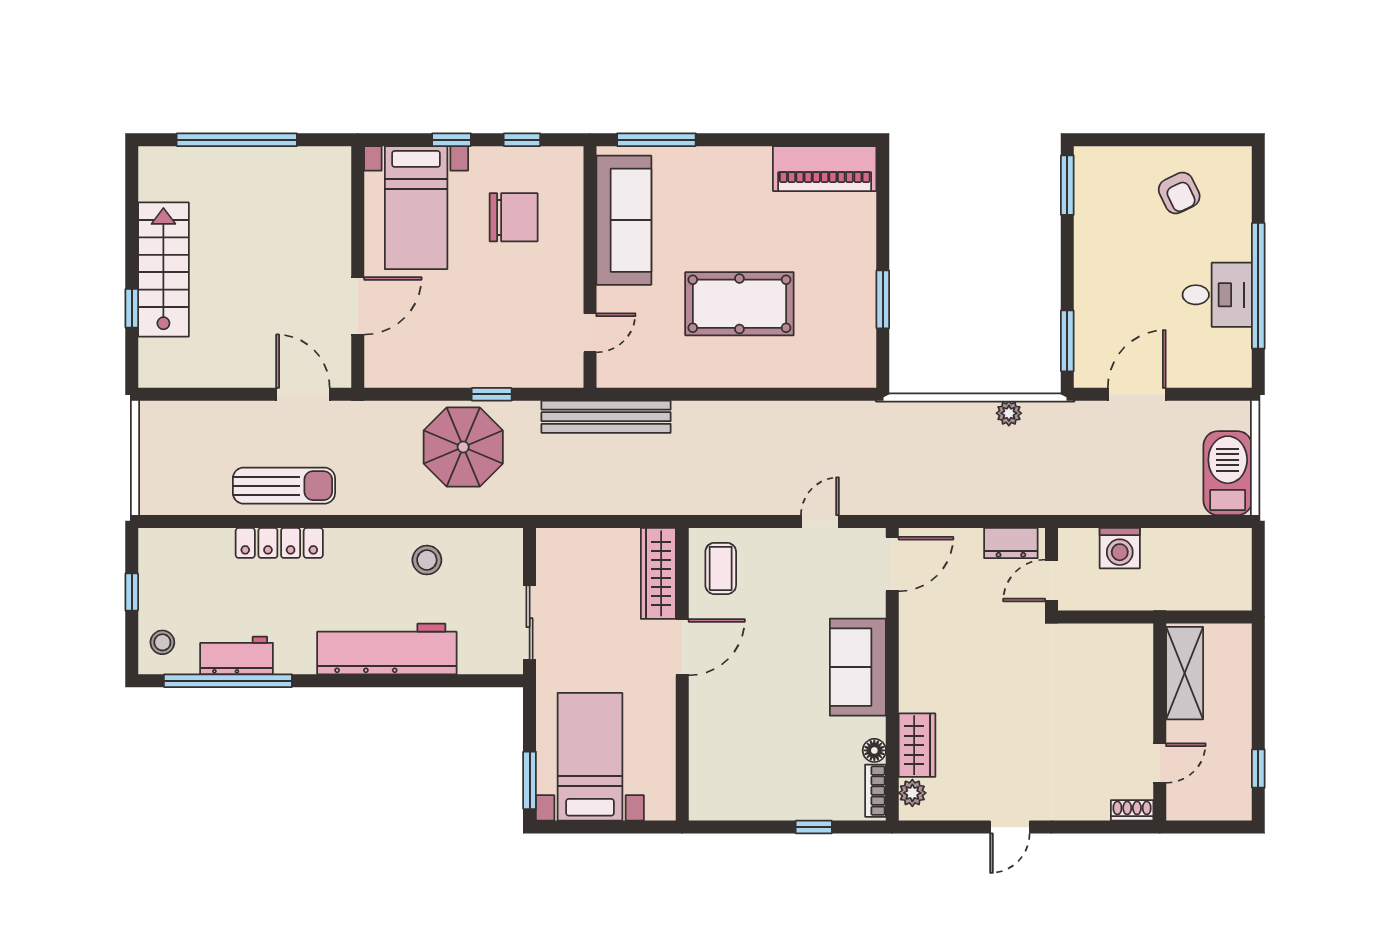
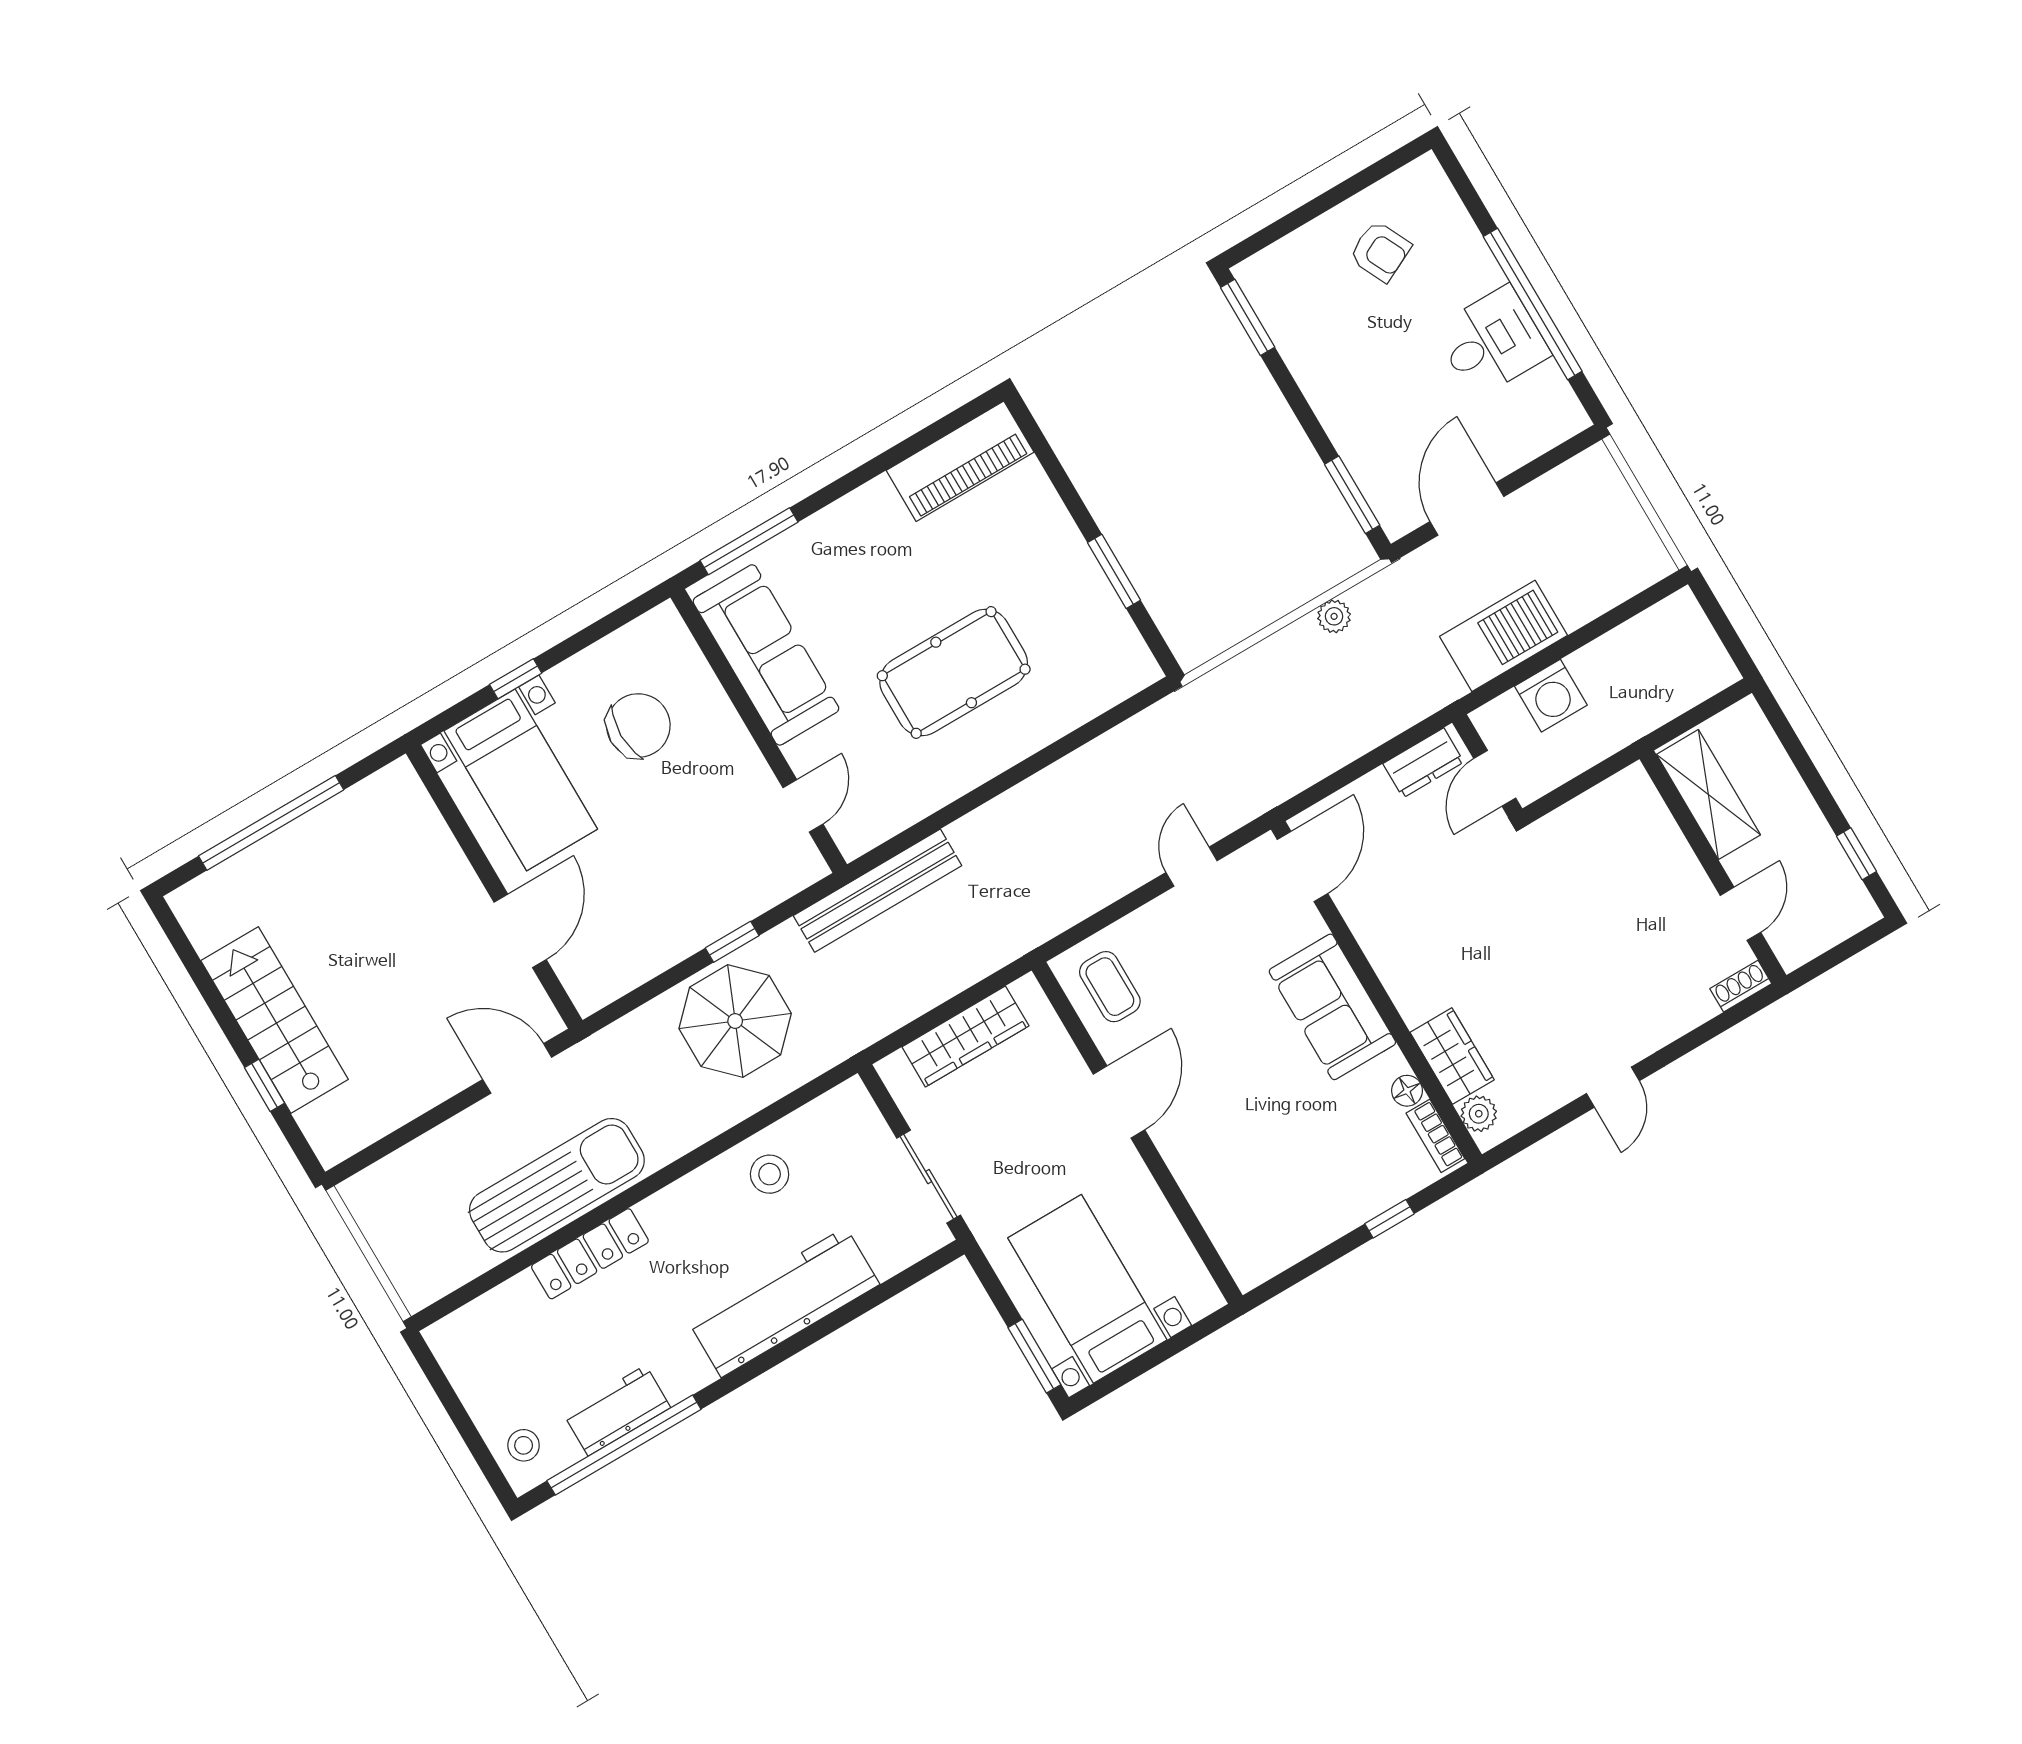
window: (522, 140) -> (596, 632), removed
barbecue: (1228, 473) -> (1503, 636), moved, turned 90
sun lounger: (284, 486) -> (557, 1185), width x1.36, depth x1.34
wardrobe: (658, 573) -> (965, 1036), moved, turned -90
window: (132, 592) -> (455, 1409), removed

